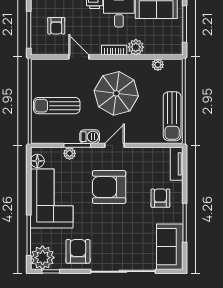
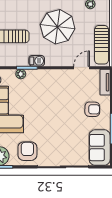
door: (115, 145) -> (82, 68), moved
armchair: (109, 187) -> (52, 101), removed
armchair: (160, 198) -> (92, 109), turned 91

